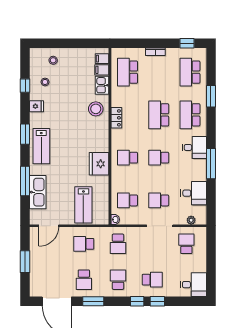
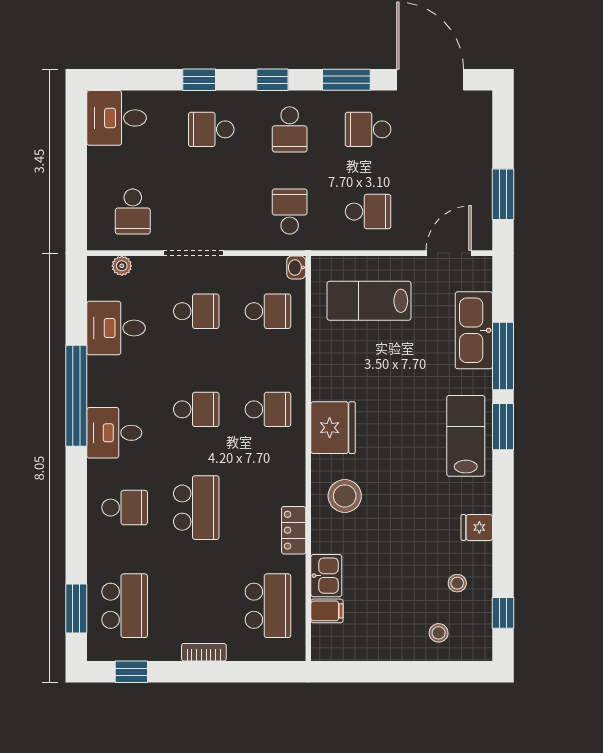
filing cabinet: (102, 59) -> (326, 636), removed
window: (25, 86) -> (503, 613), moved
window: (211, 96) -> (76, 609), moved
stool: (96, 109) -> (345, 496), moved
school desk: (190, 115) -> (125, 508), width x0.54
locker: (116, 118) -> (294, 530), moved
window: (25, 134) -> (503, 427), moved
fridge: (99, 164) -> (333, 428), moved
window: (211, 164) -> (76, 396), width x1.46
lab bench: (83, 205) -> (369, 301), turned -90
window: (25, 262) -> (503, 194), moved
school desk: (84, 280) -> (368, 129), turned -90
window: (137, 301) -> (272, 80), moved

